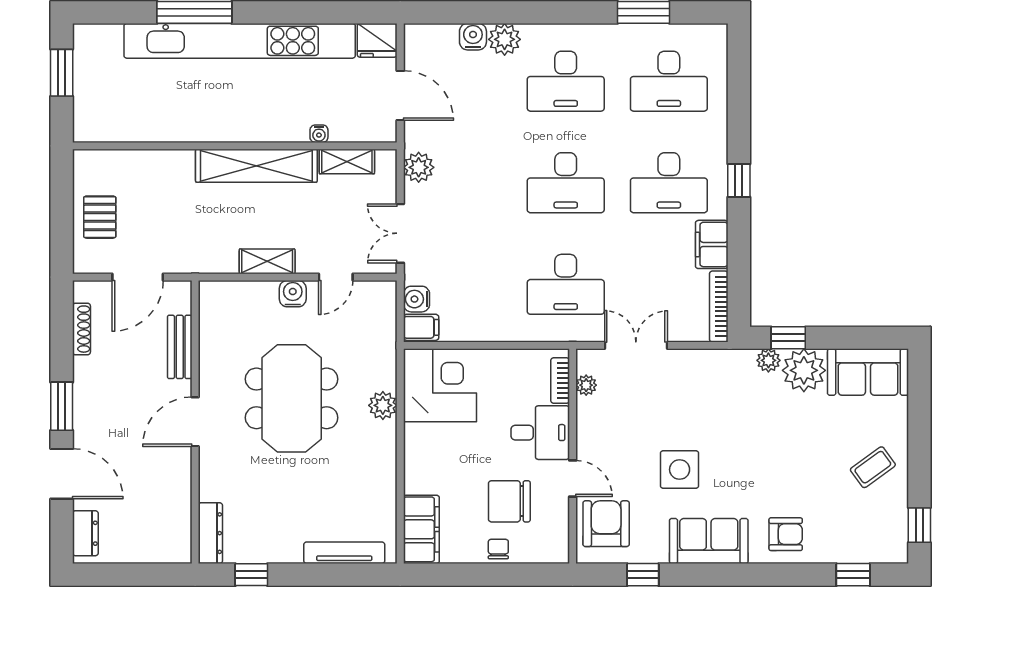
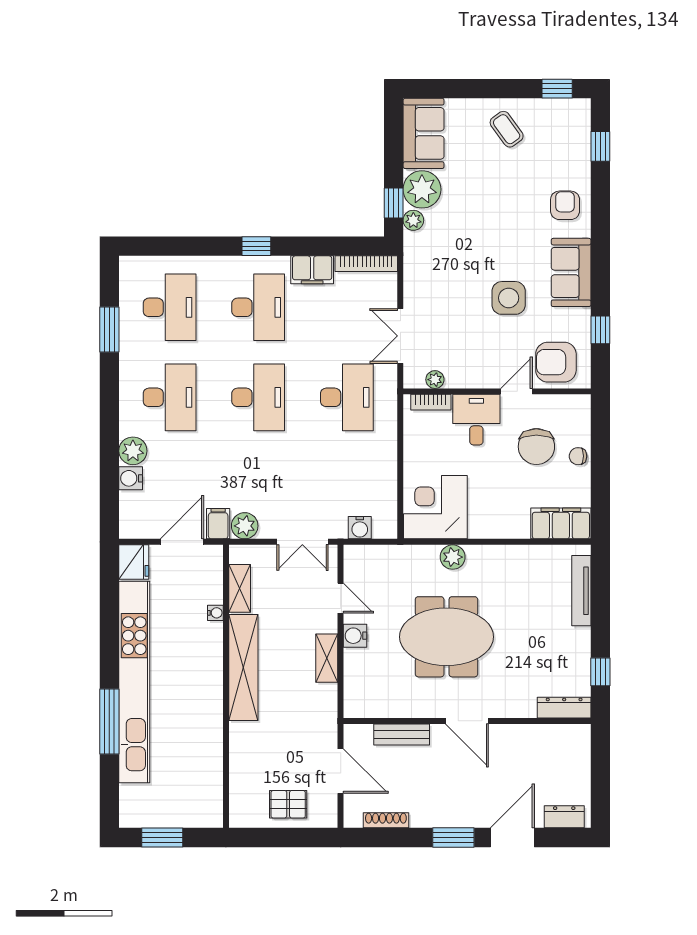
filing cabinet: (421, 327) -> (218, 524), moved

